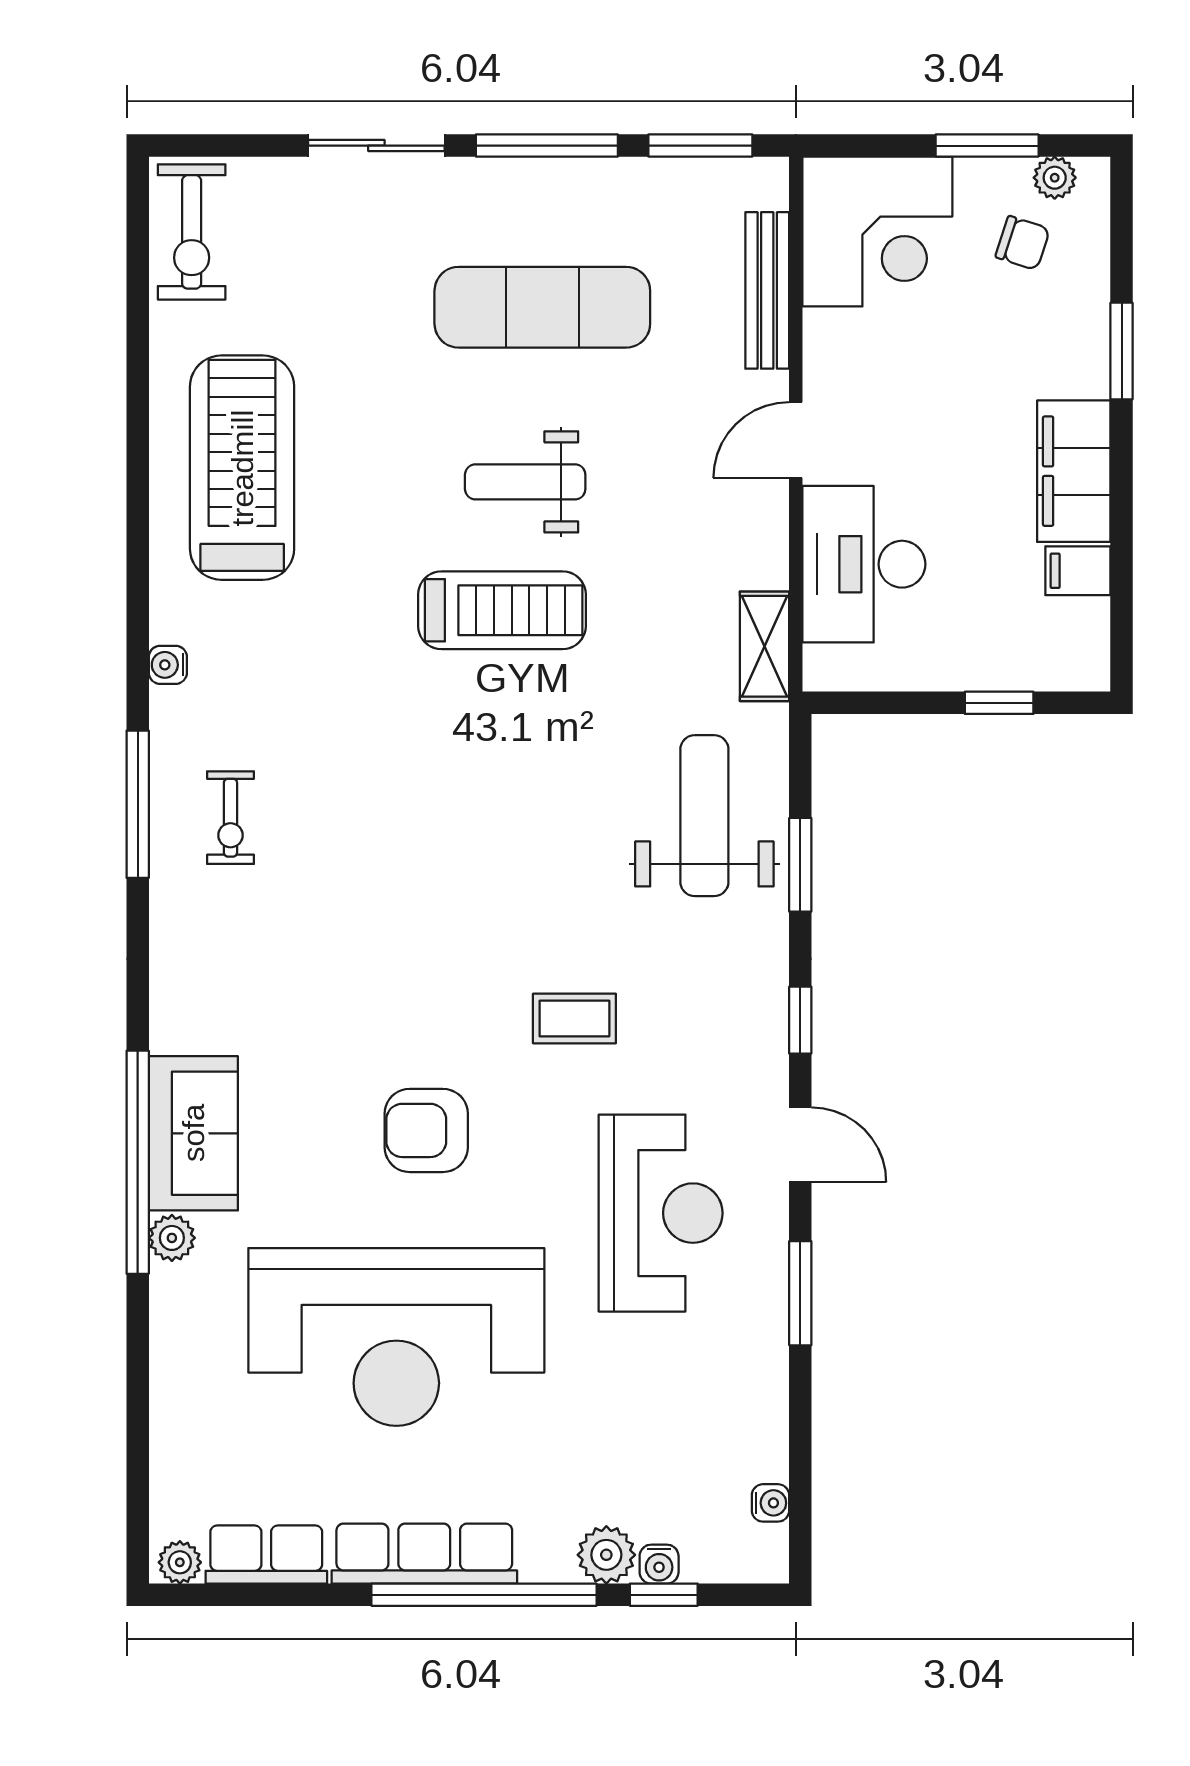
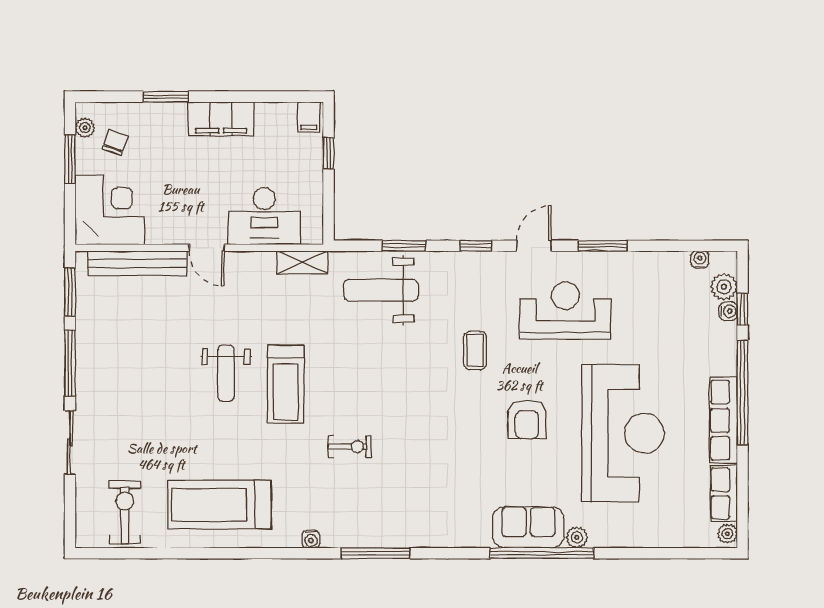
exercise bike: (192, 232) -> (125, 512), moved, turned -90
bench: (767, 290) -> (137, 263), width x1.37, depth x1.21
exercise mat: (542, 307) -> (145, 365), removed
filing cabinet: (1078, 571) -> (309, 117), moved
treadmill: (502, 610) -> (286, 384), turned 180
exercise bike: (230, 818) -> (350, 447), moved
plant: (606, 1555) -> (724, 287), moved

